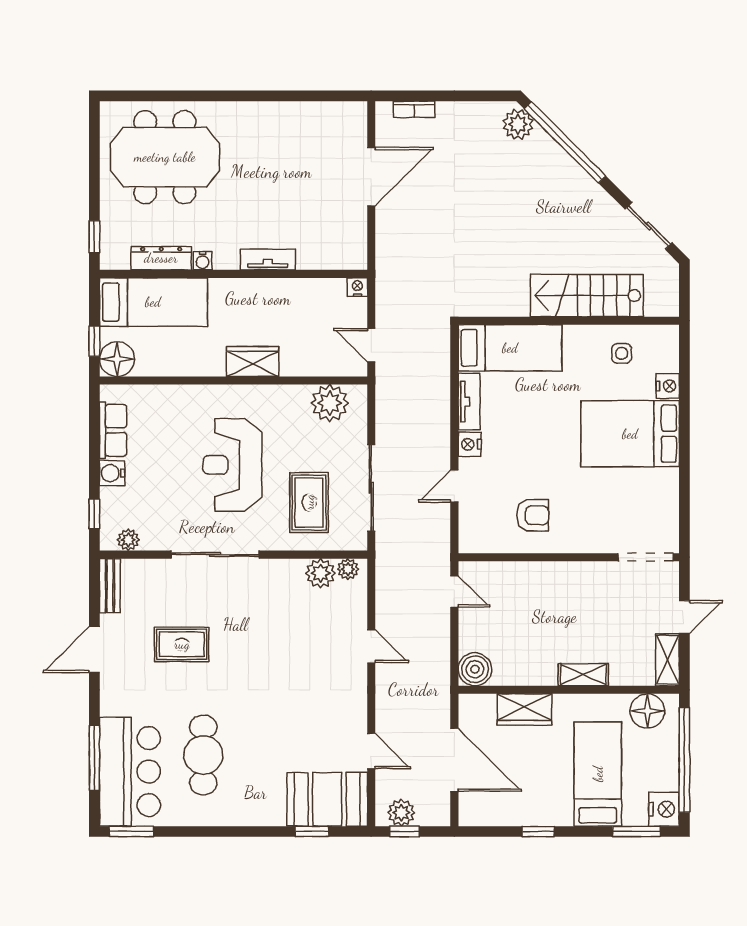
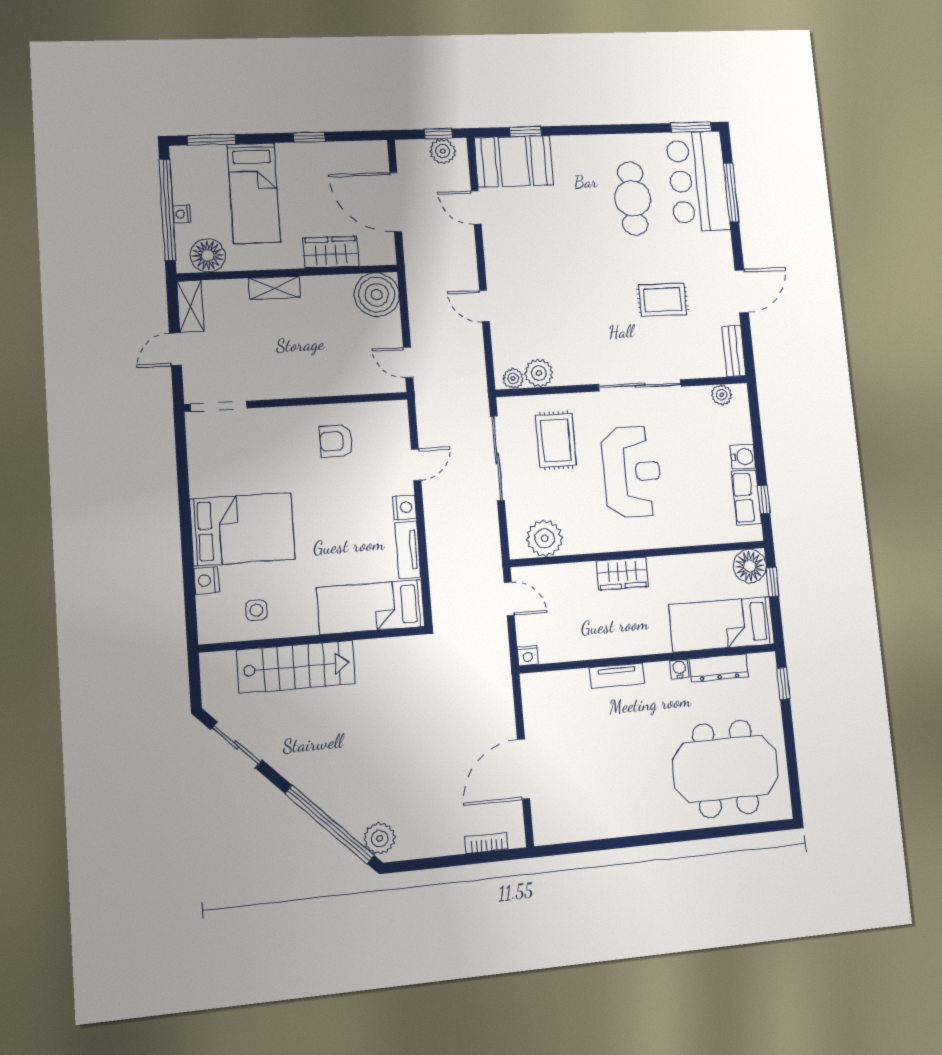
window: (94, 514) -> (764, 500), moved
boiler: (475, 669) -> (377, 295), width x1.37, depth x1.37
nightstand: (664, 809) -> (182, 214), moved, width x0.53, depth x0.56

